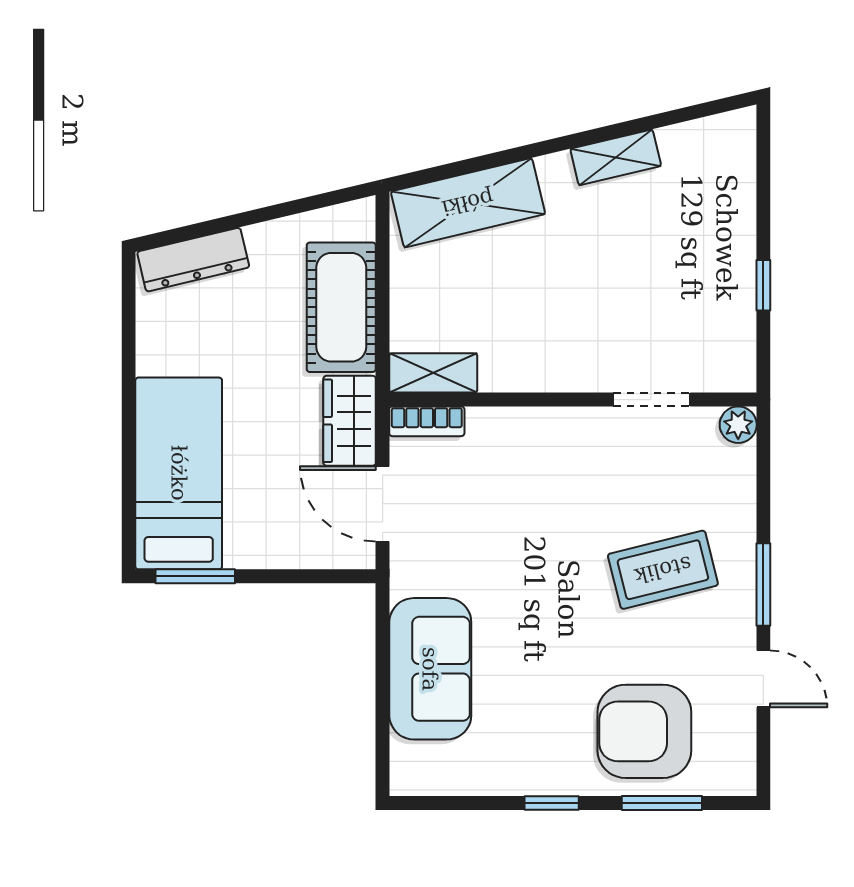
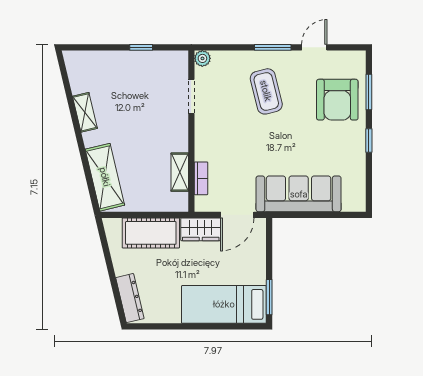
shelving: (433, 373) -> (180, 172), moved
bookcase: (427, 421) -> (201, 178), moved
sofa: (430, 669) -> (299, 194), width x1.36

